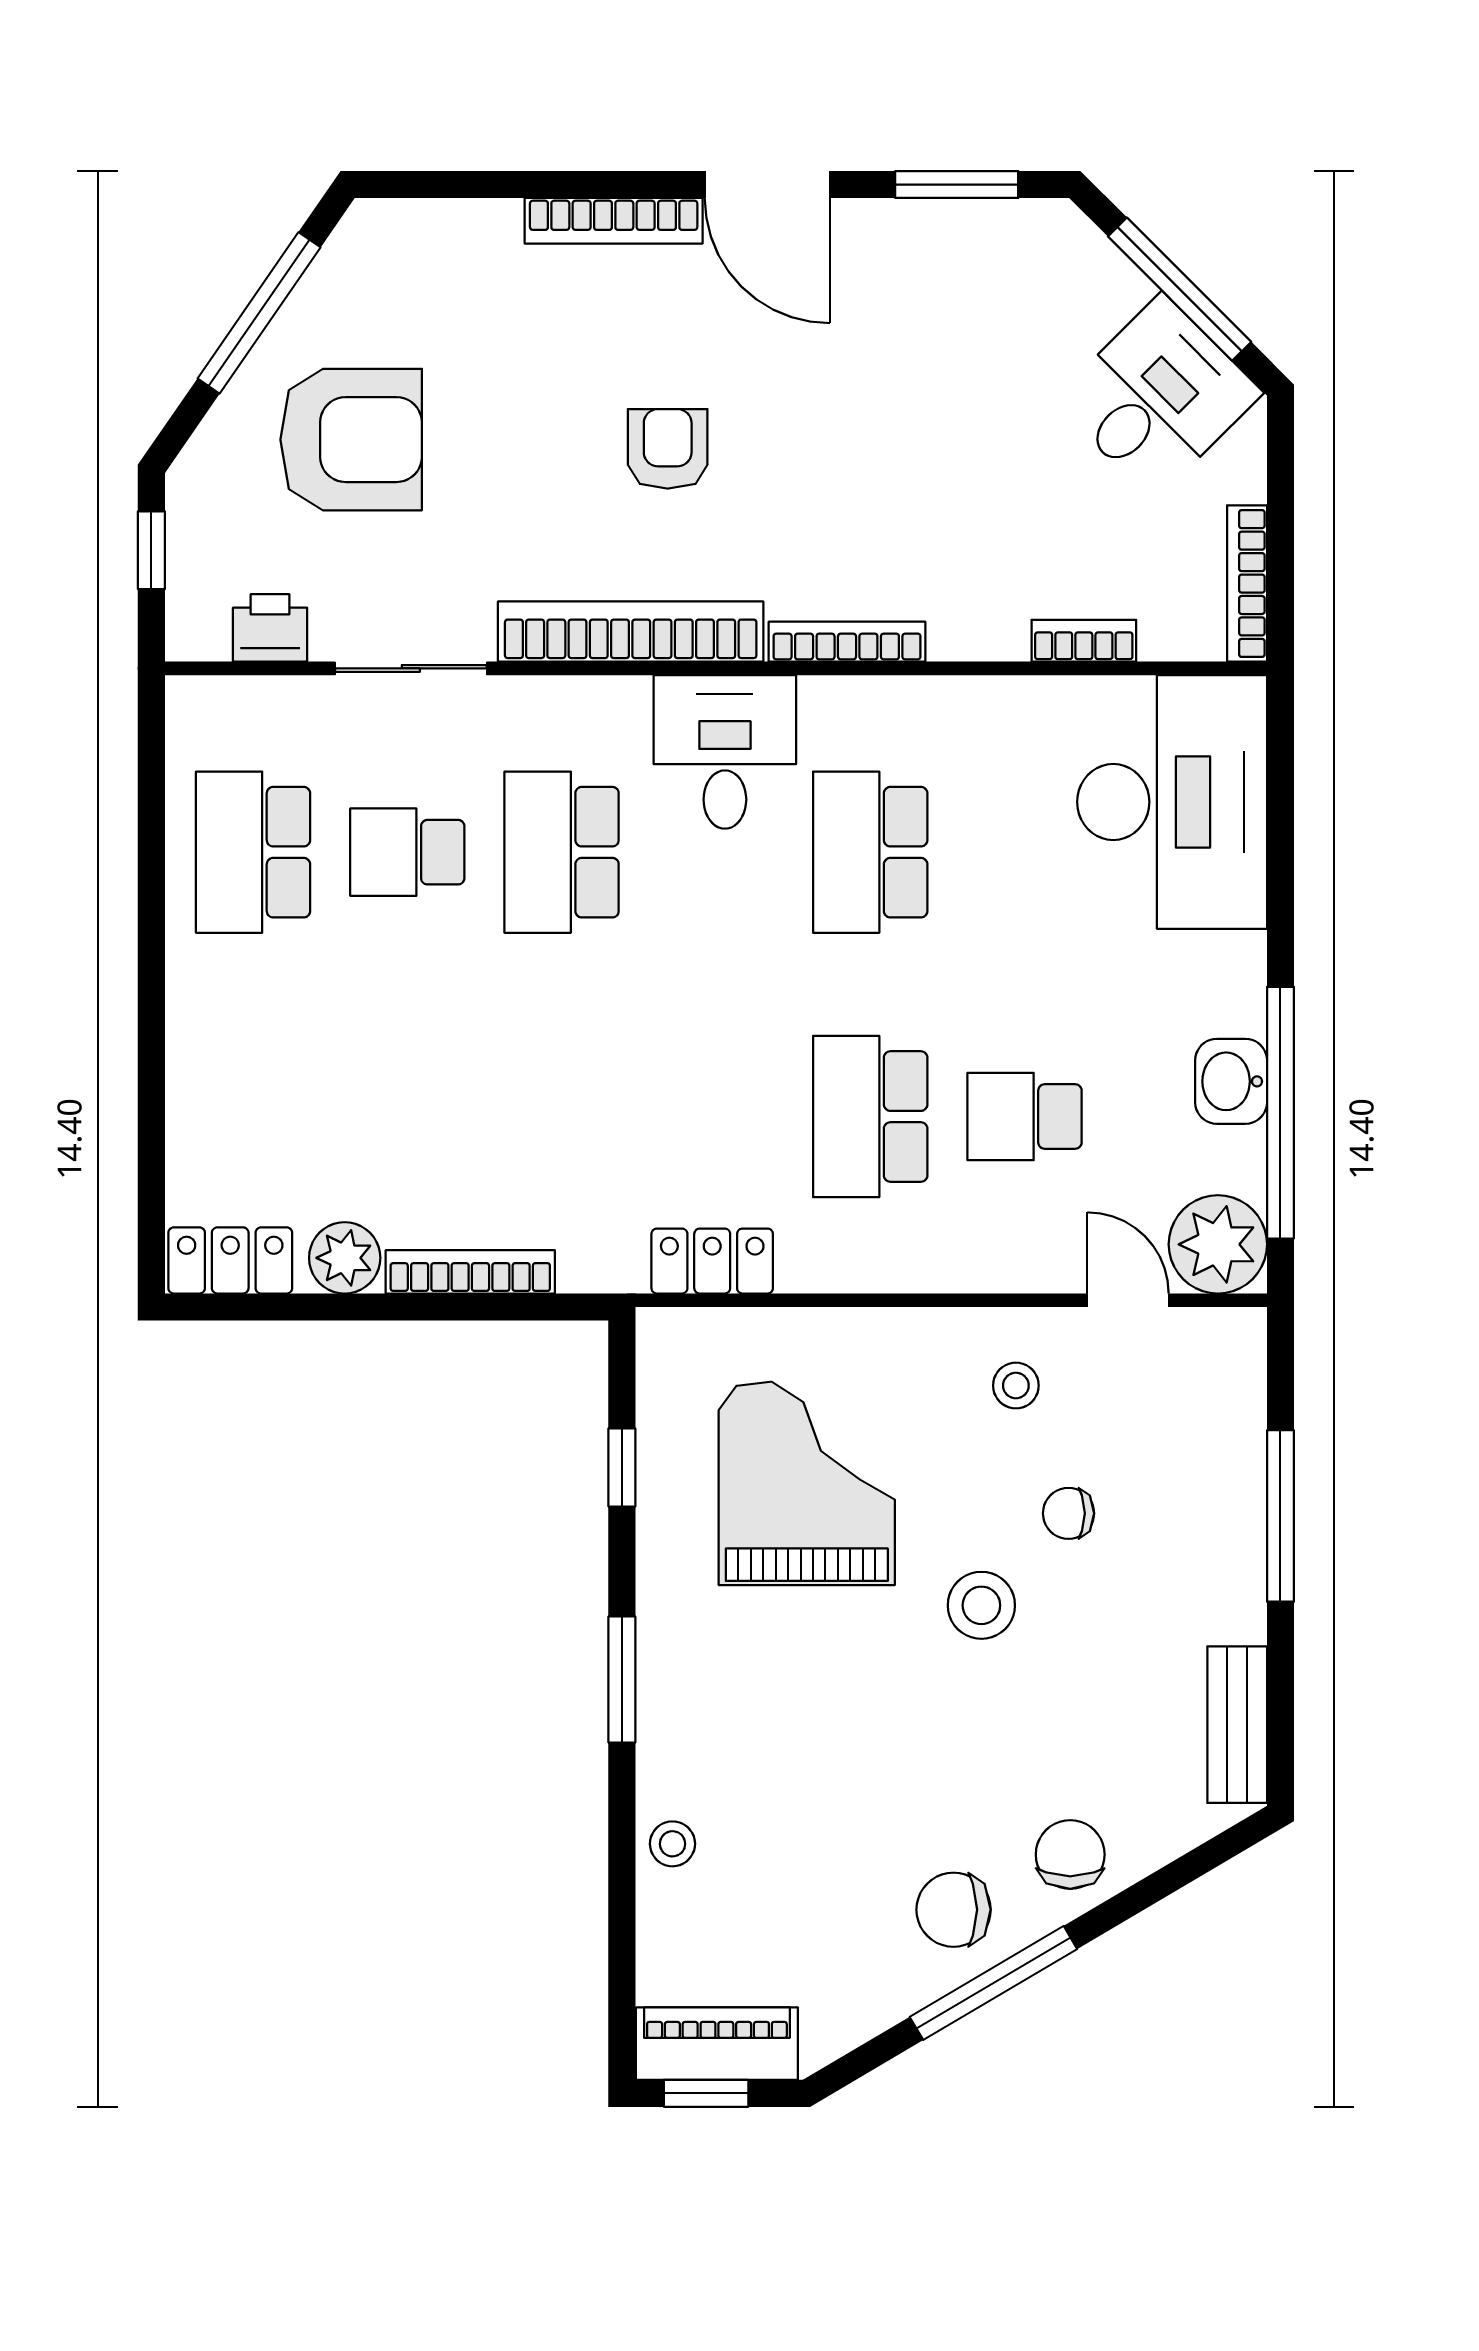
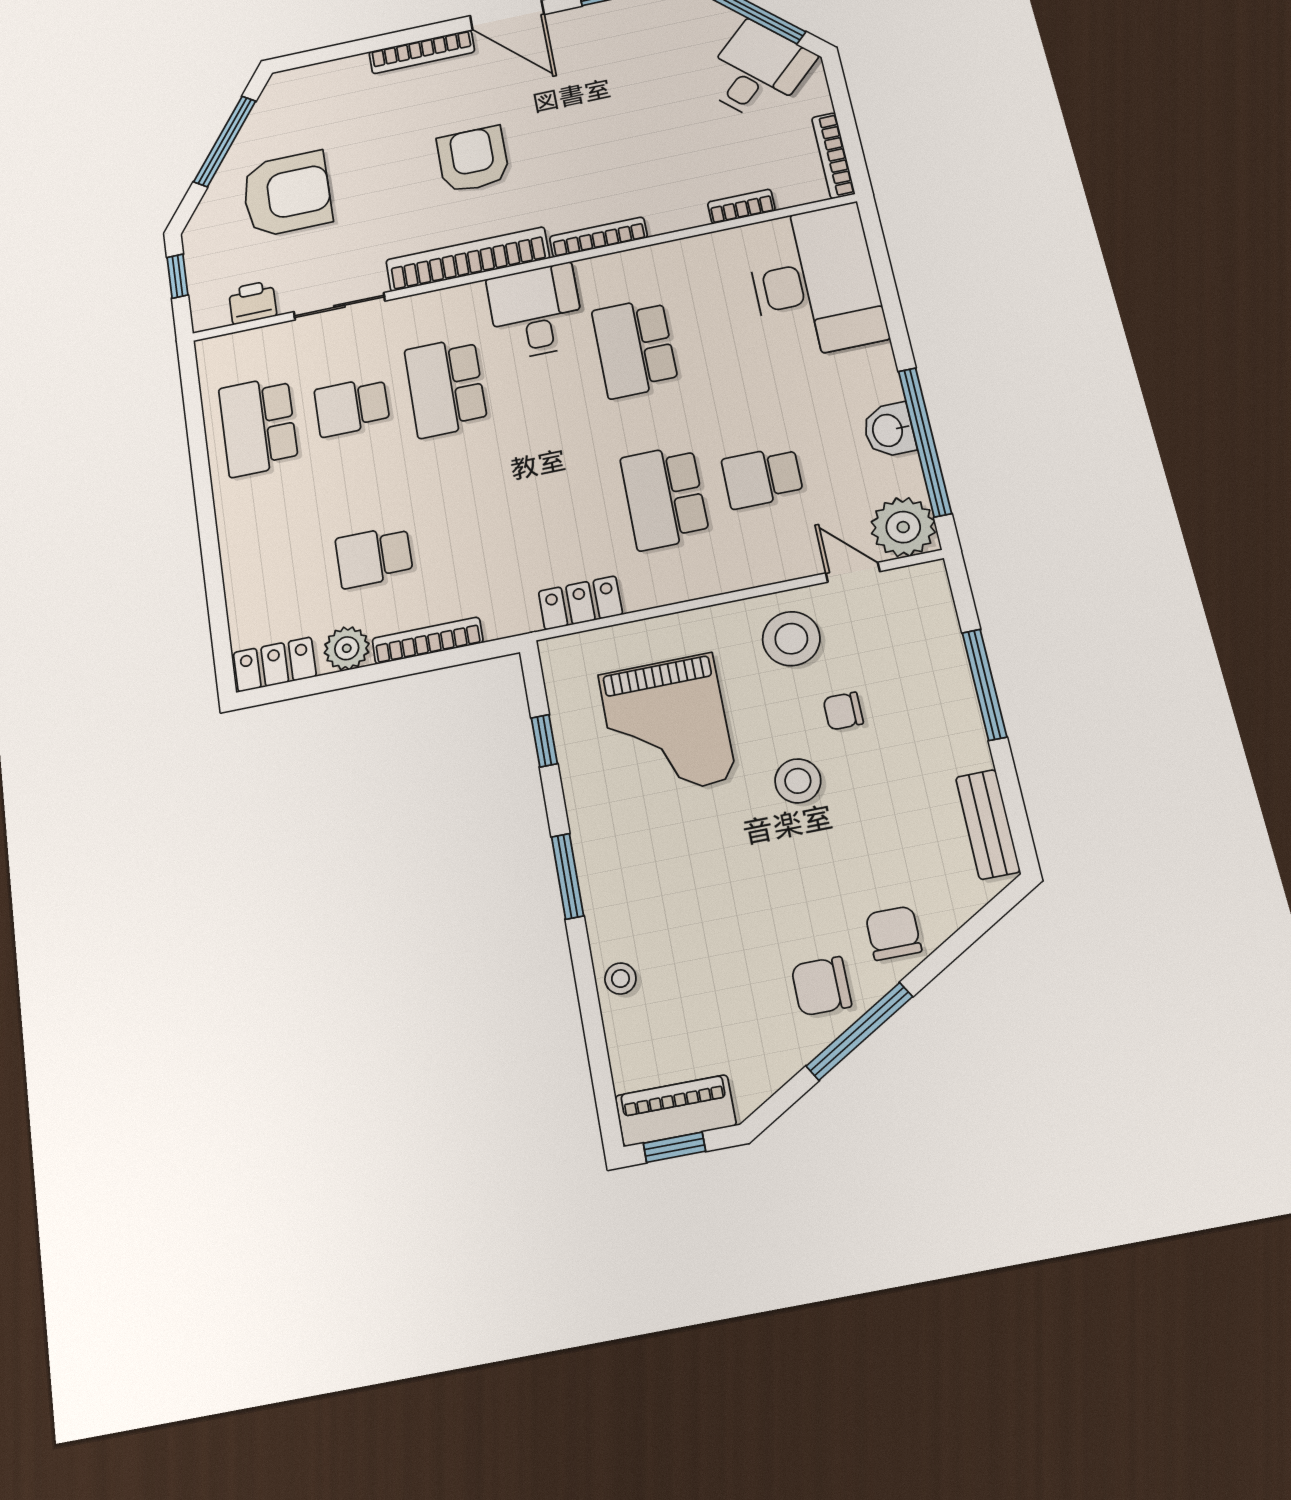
armchair: (668, 449) -> (473, 159), width x1.38, depth x1.38
school desk: (407, 1117) -> (374, 557), added
stool: (1016, 1386) -> (791, 639), width x1.89, depth x1.89
grand piano: (807, 1483) -> (667, 727), turned 180

